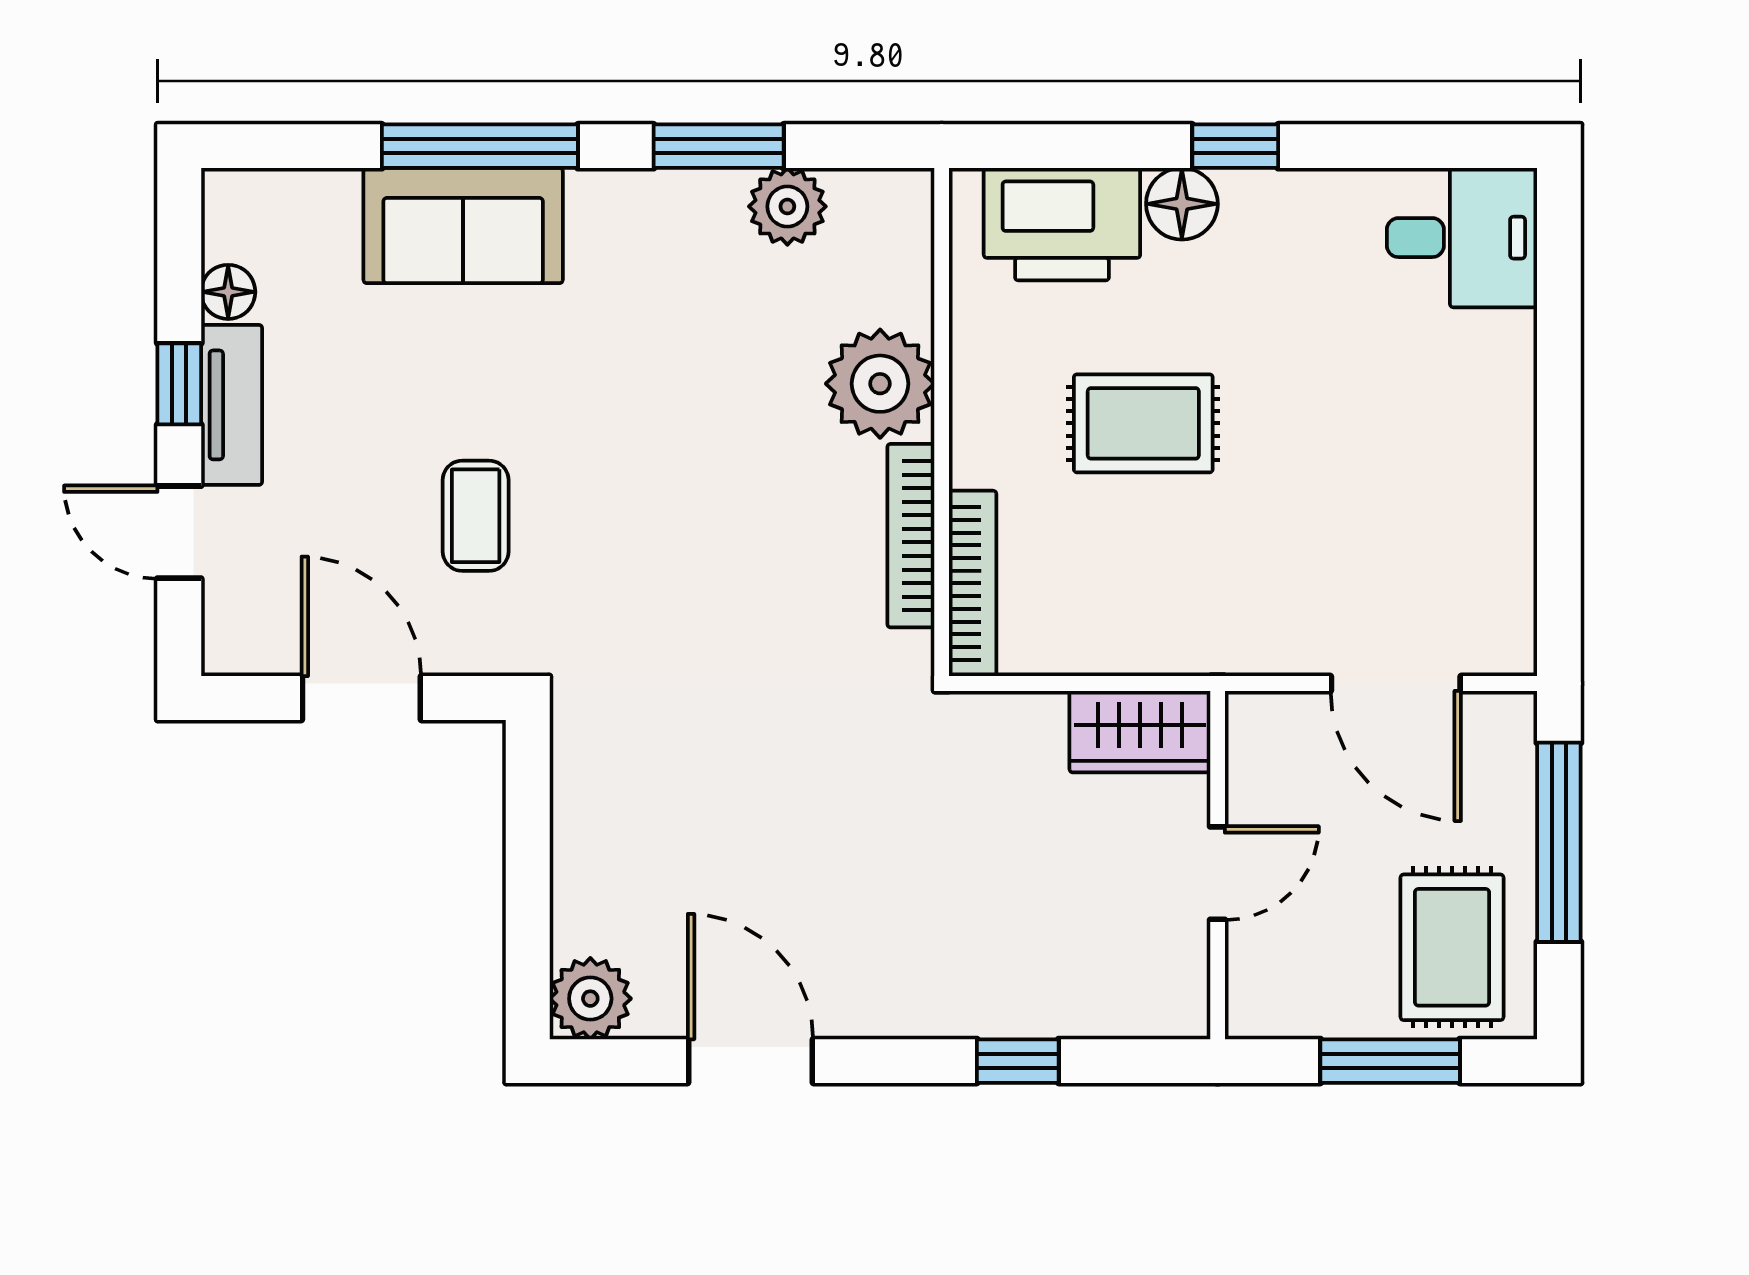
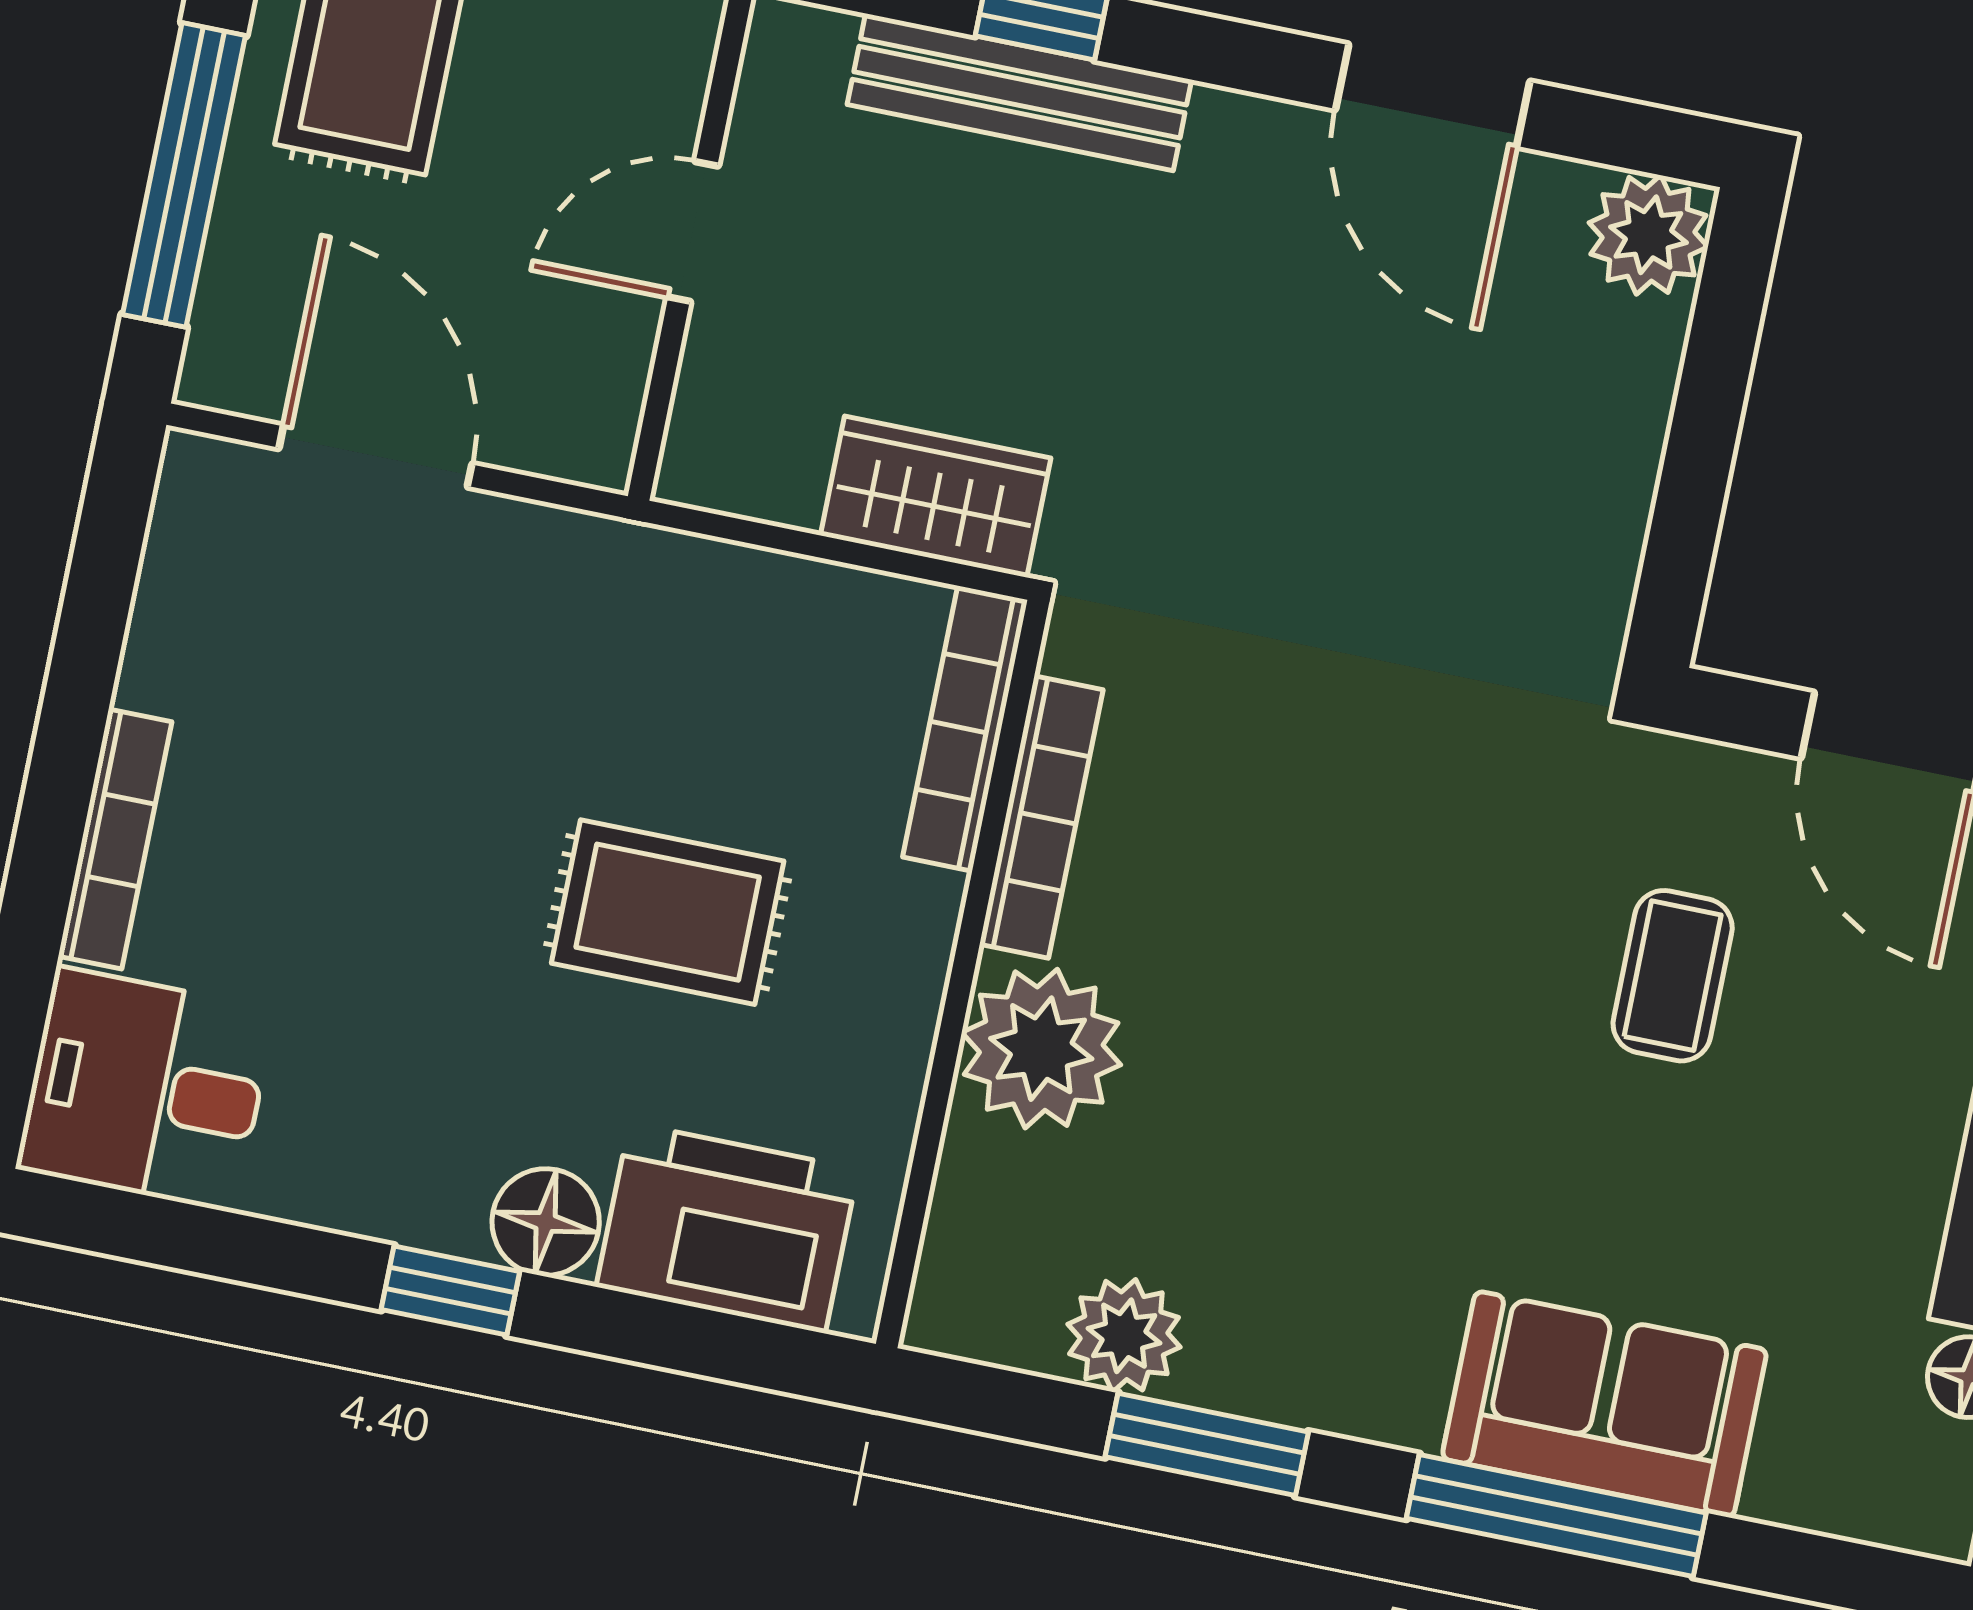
bookcase: (1515, 398) -> (115, 839), added
wardrobe: (1140, 732) -> (936, 497), moved
bench: (1022, 1008) -> (1019, 92), added

